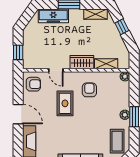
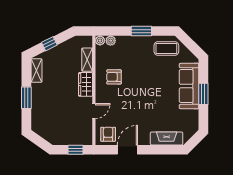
freezer: (53, 16) -> (38, 114), removed
rug: (65, 103) -> (128, 102), removed
door: (18, 114) -> (127, 150), moved
plant: (125, 115) -> (111, 41), moved

